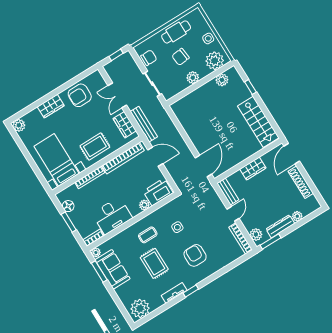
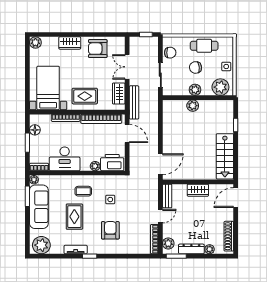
plant: (222, 80) -> (193, 106), moved
shoe rack: (301, 182) -> (229, 236), moved
sofa: (113, 269) -> (39, 207), width x1.36

